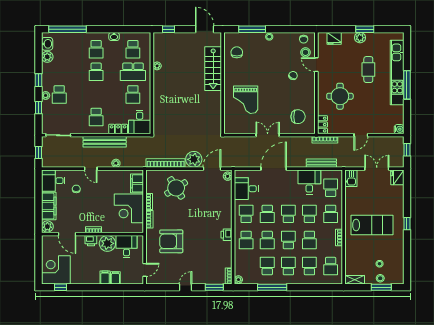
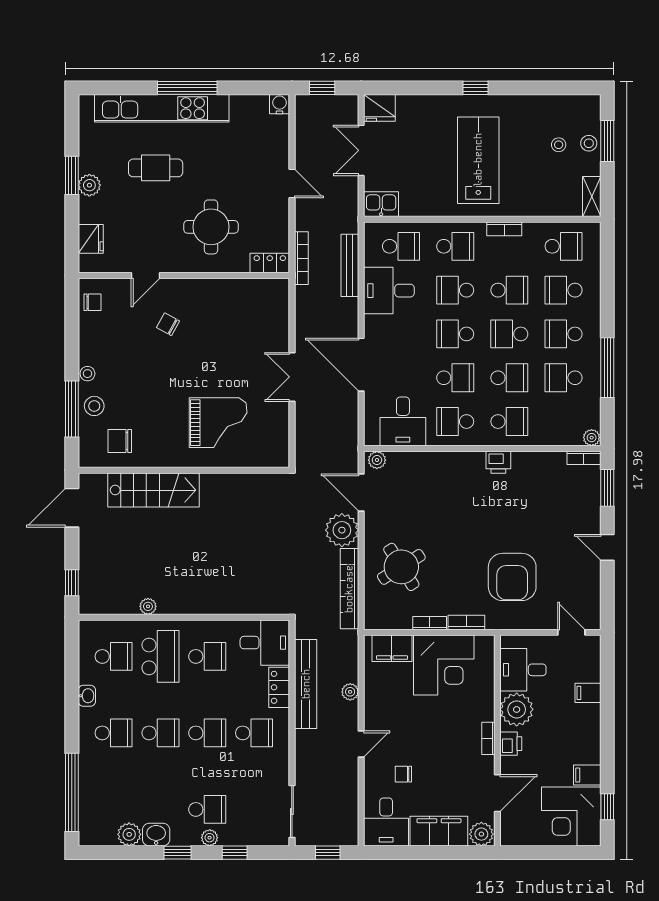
washbasin: (47, 44) -> (156, 835), moved
stool: (305, 52) -> (94, 406), moved
school desk: (96, 94) -> (207, 733), added
chair: (298, 117) -> (253, 314), removed
bench: (105, 142) -> (306, 684), moved
school desk: (331, 188) -> (401, 246), turned 180
filing cabinet: (105, 277) -> (587, 775), moved

